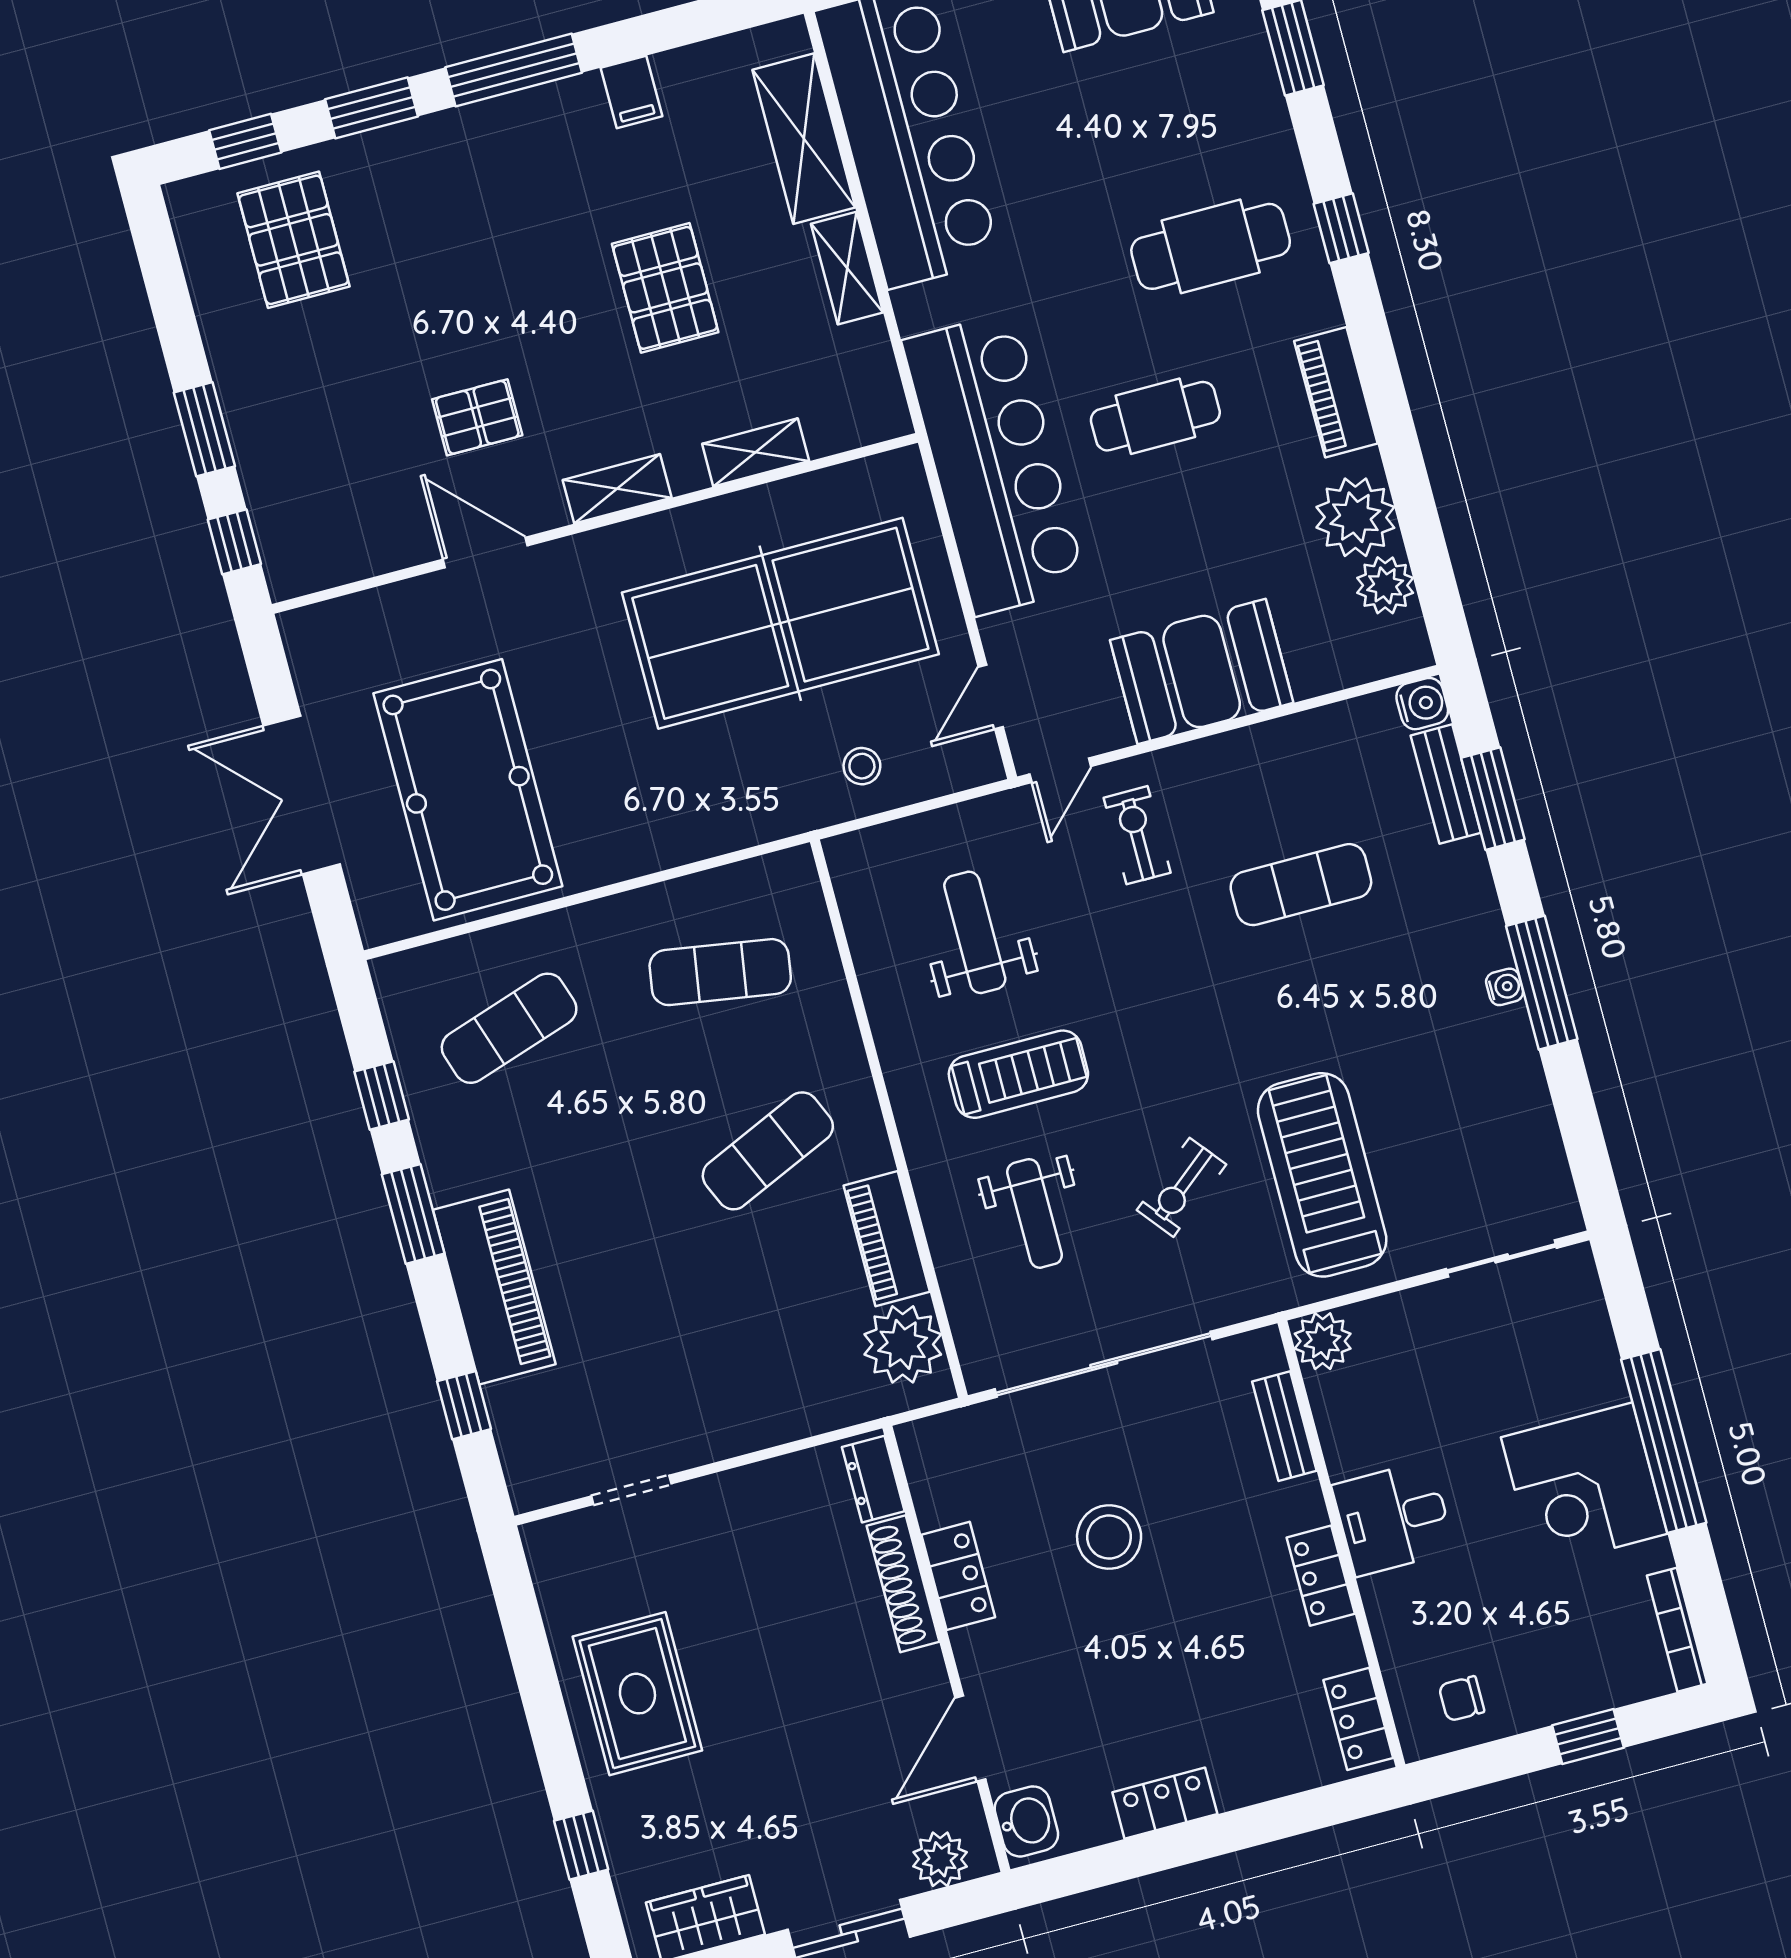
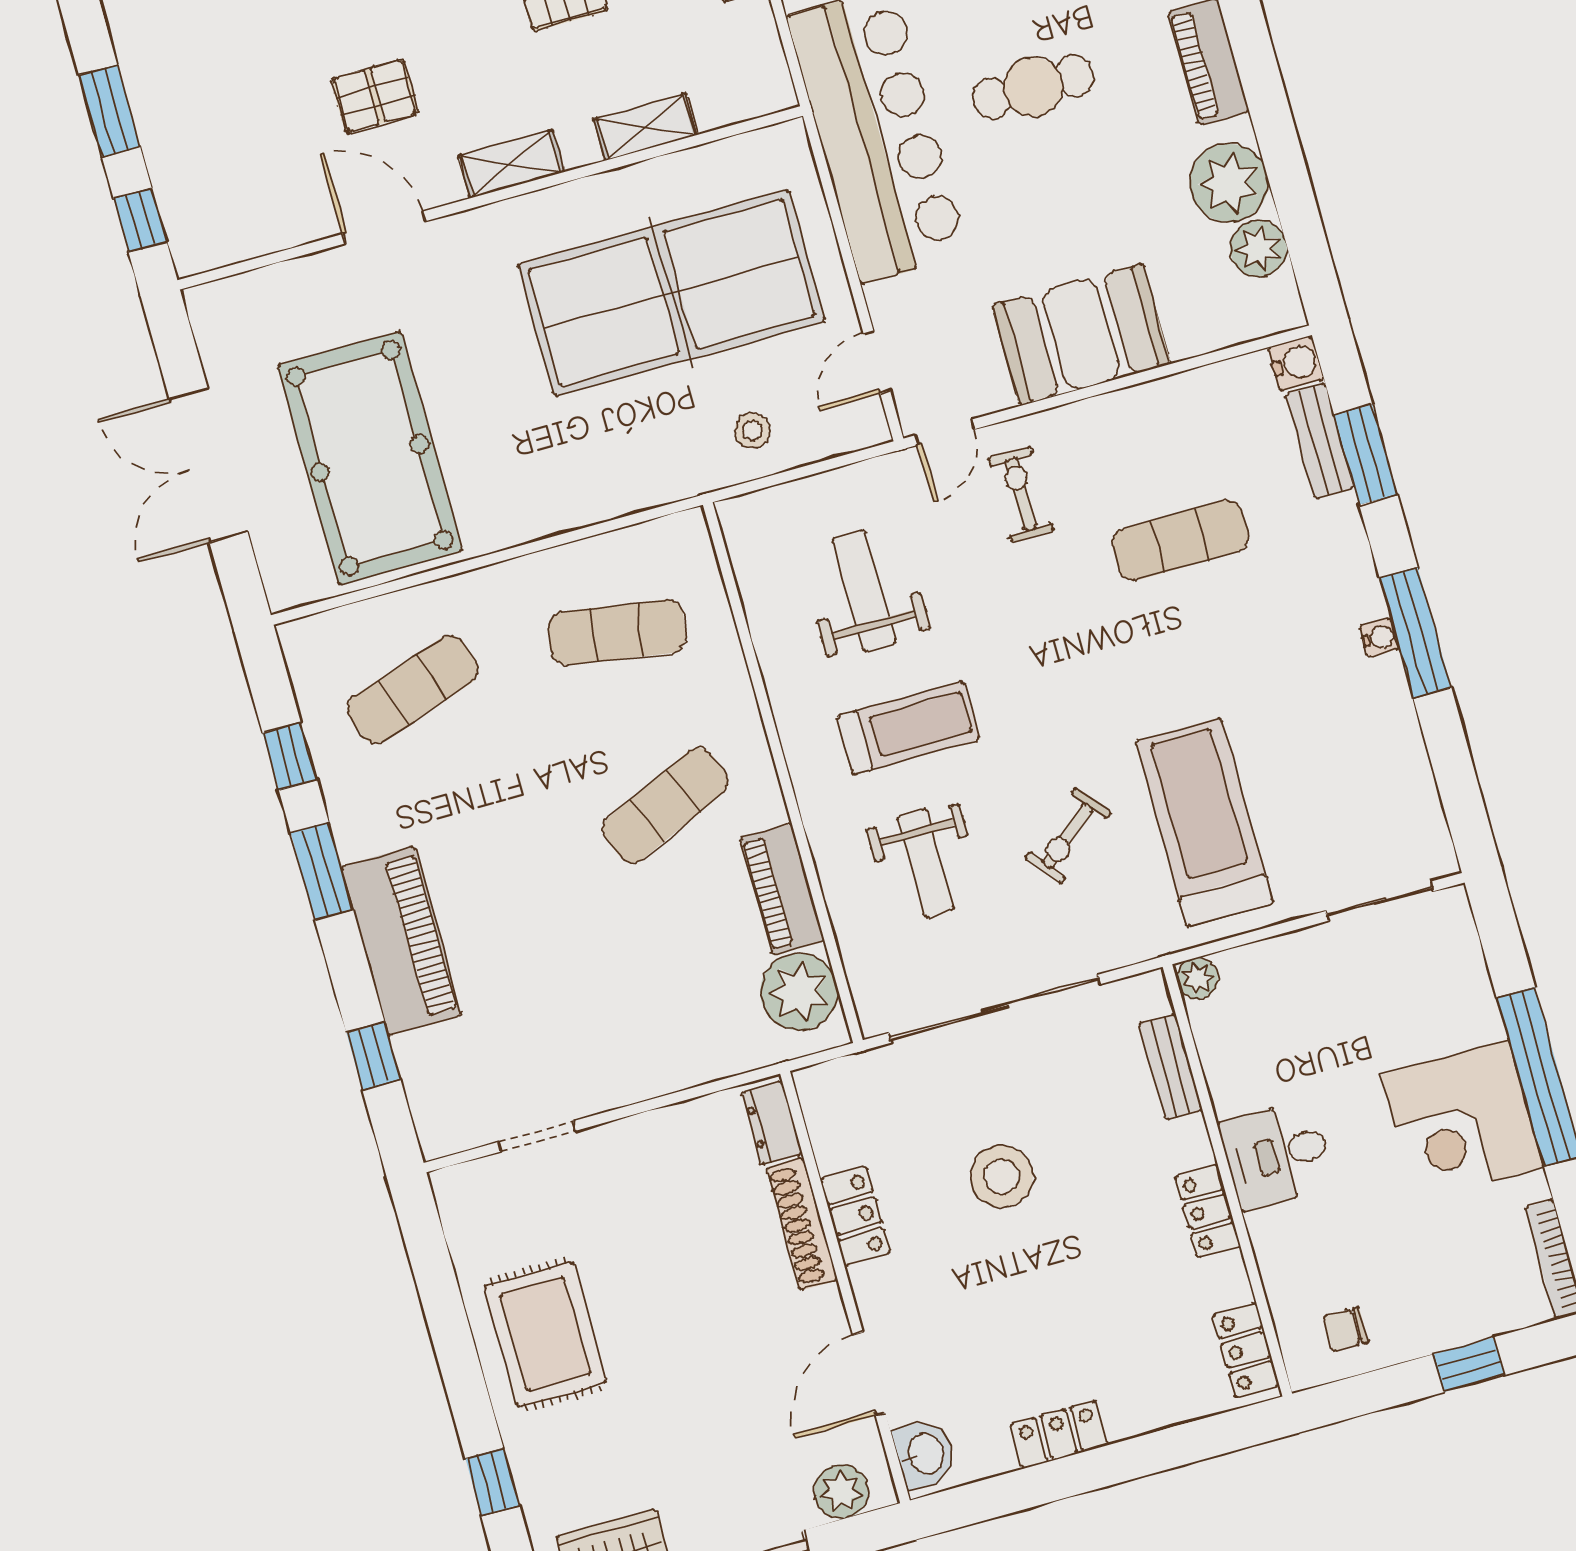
plant: (1323, 1341) -> (1197, 978), width x0.73, depth x0.73

